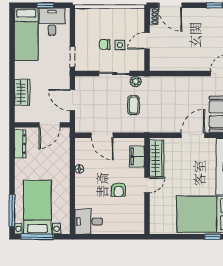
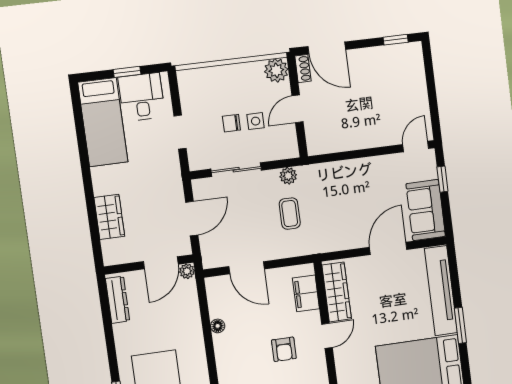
plant: (137, 15) -> (276, 70), added
doorway: (72, 57) -> (180, 132), moved
sliding door: (114, 73) -> (236, 170), moved
door: (72, 100) -> (192, 219), swing flipped
plant: (65, 132) -> (187, 271), added

